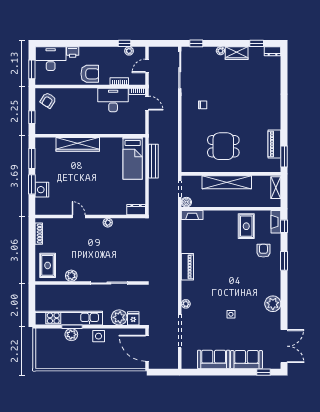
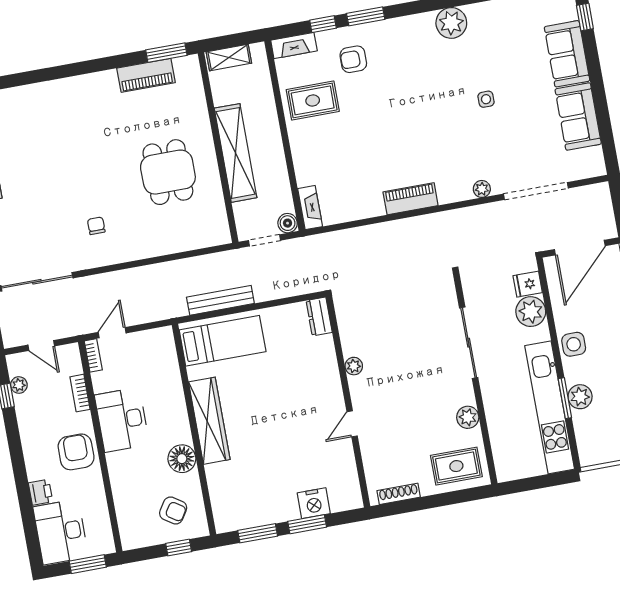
armchair: (48, 100) -> (173, 510), moved
desk: (113, 100) -> (122, 420), moved
floor lamp: (77, 127) -> (182, 459), added
wardrobe: (78, 144) -> (209, 421), moved
window: (284, 226) -> (323, 24), moved

